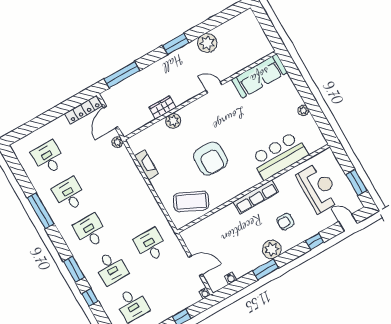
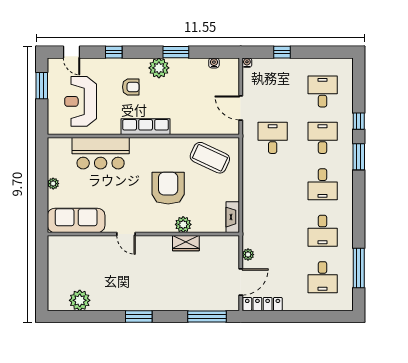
plant: (207, 43) -> (80, 300), moved
sofa: (260, 76) -> (76, 220), moved
door: (214, 88) -> (126, 234), moved
wall: (200, 95) -> (143, 234), moved
wardrobe: (163, 107) -> (186, 243), moved
plant: (173, 121) -> (183, 224), moved
window: (41, 211) -> (359, 268), moved
desk: (150, 245) -> (273, 138), turned 180
door: (196, 266) -> (241, 108), moved

